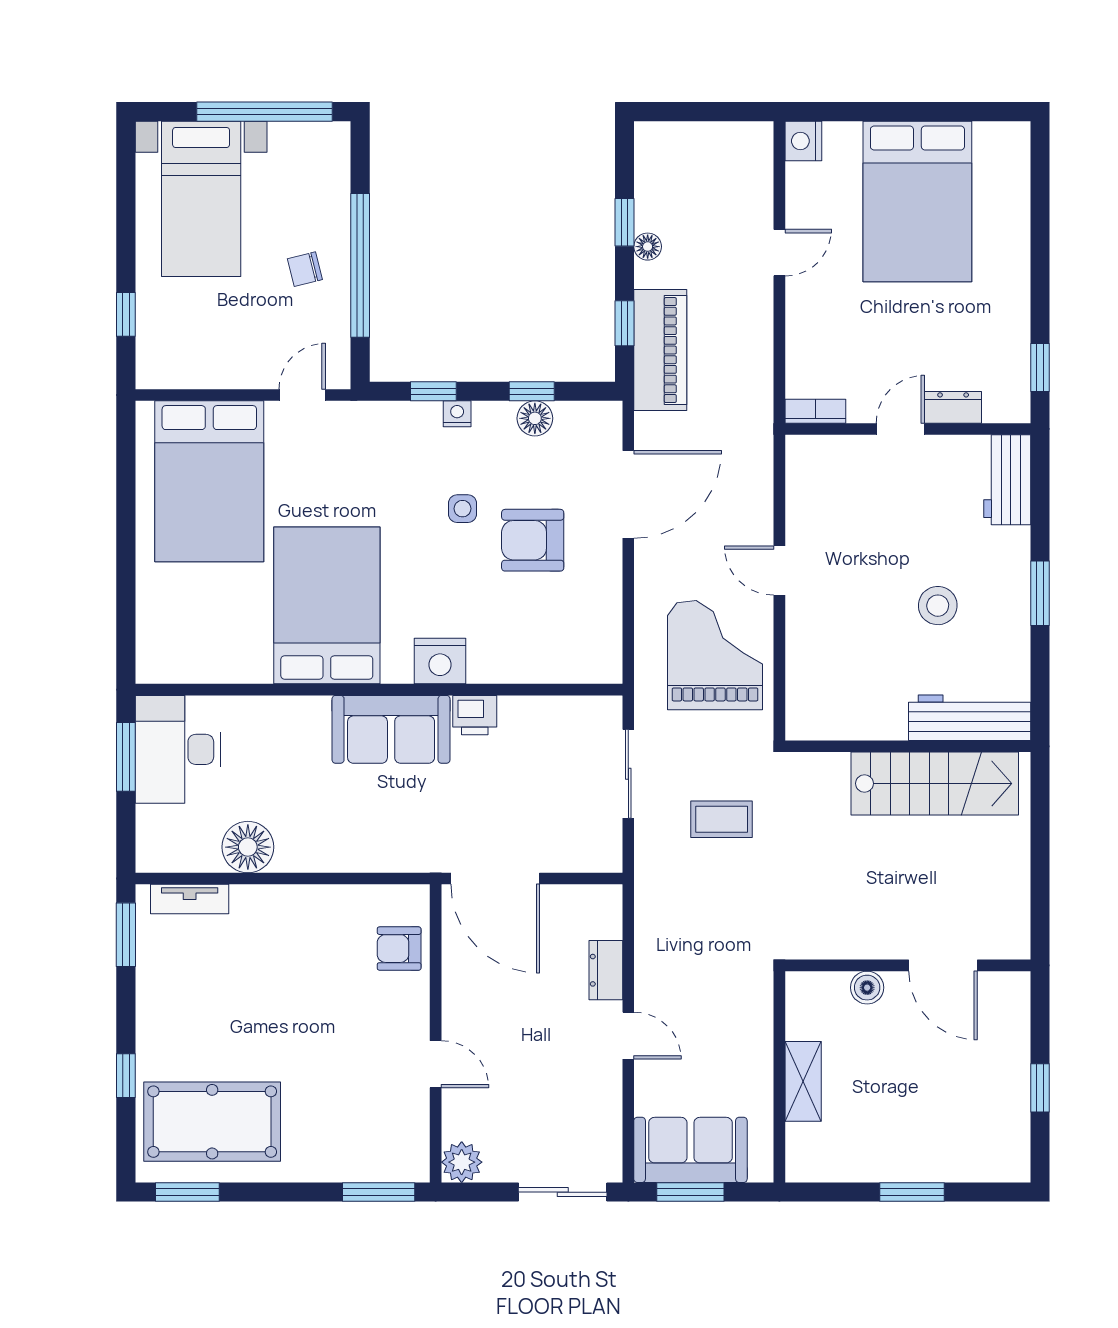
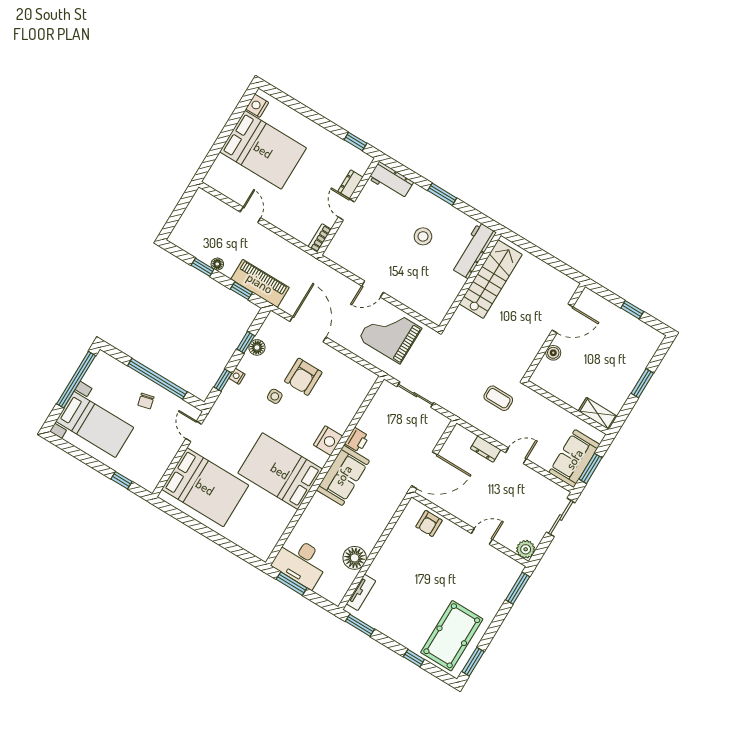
nightstand: (803, 141) -> (257, 106), moved, turned 90
coffee table: (722, 819) -> (498, 398), moved, turned 90
shelving: (803, 1081) -> (598, 414), moved

